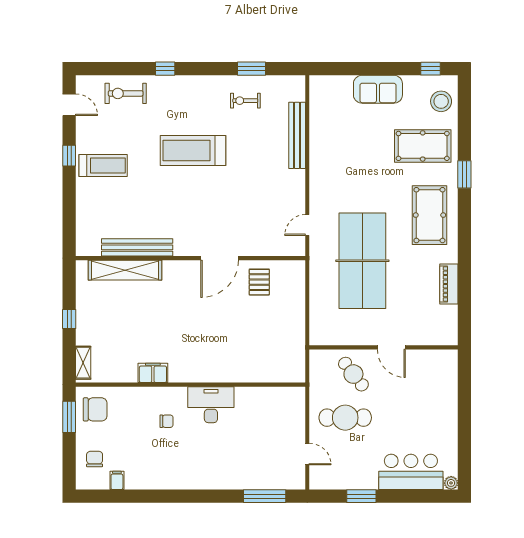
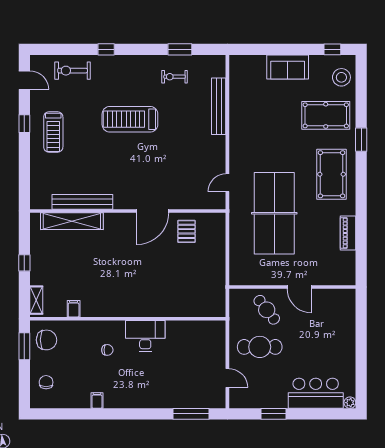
treadmill: (103, 166) -> (53, 132), turned 90
filing cabinet: (153, 373) -> (74, 309), moved, width x0.50
filing cabinet: (117, 480) -> (97, 401), moved

